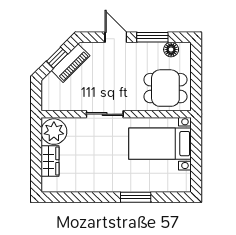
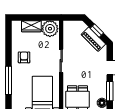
armchair: (99, 173) -> (24, 57), added
window: (136, 197) -> (8, 80), width x1.44

